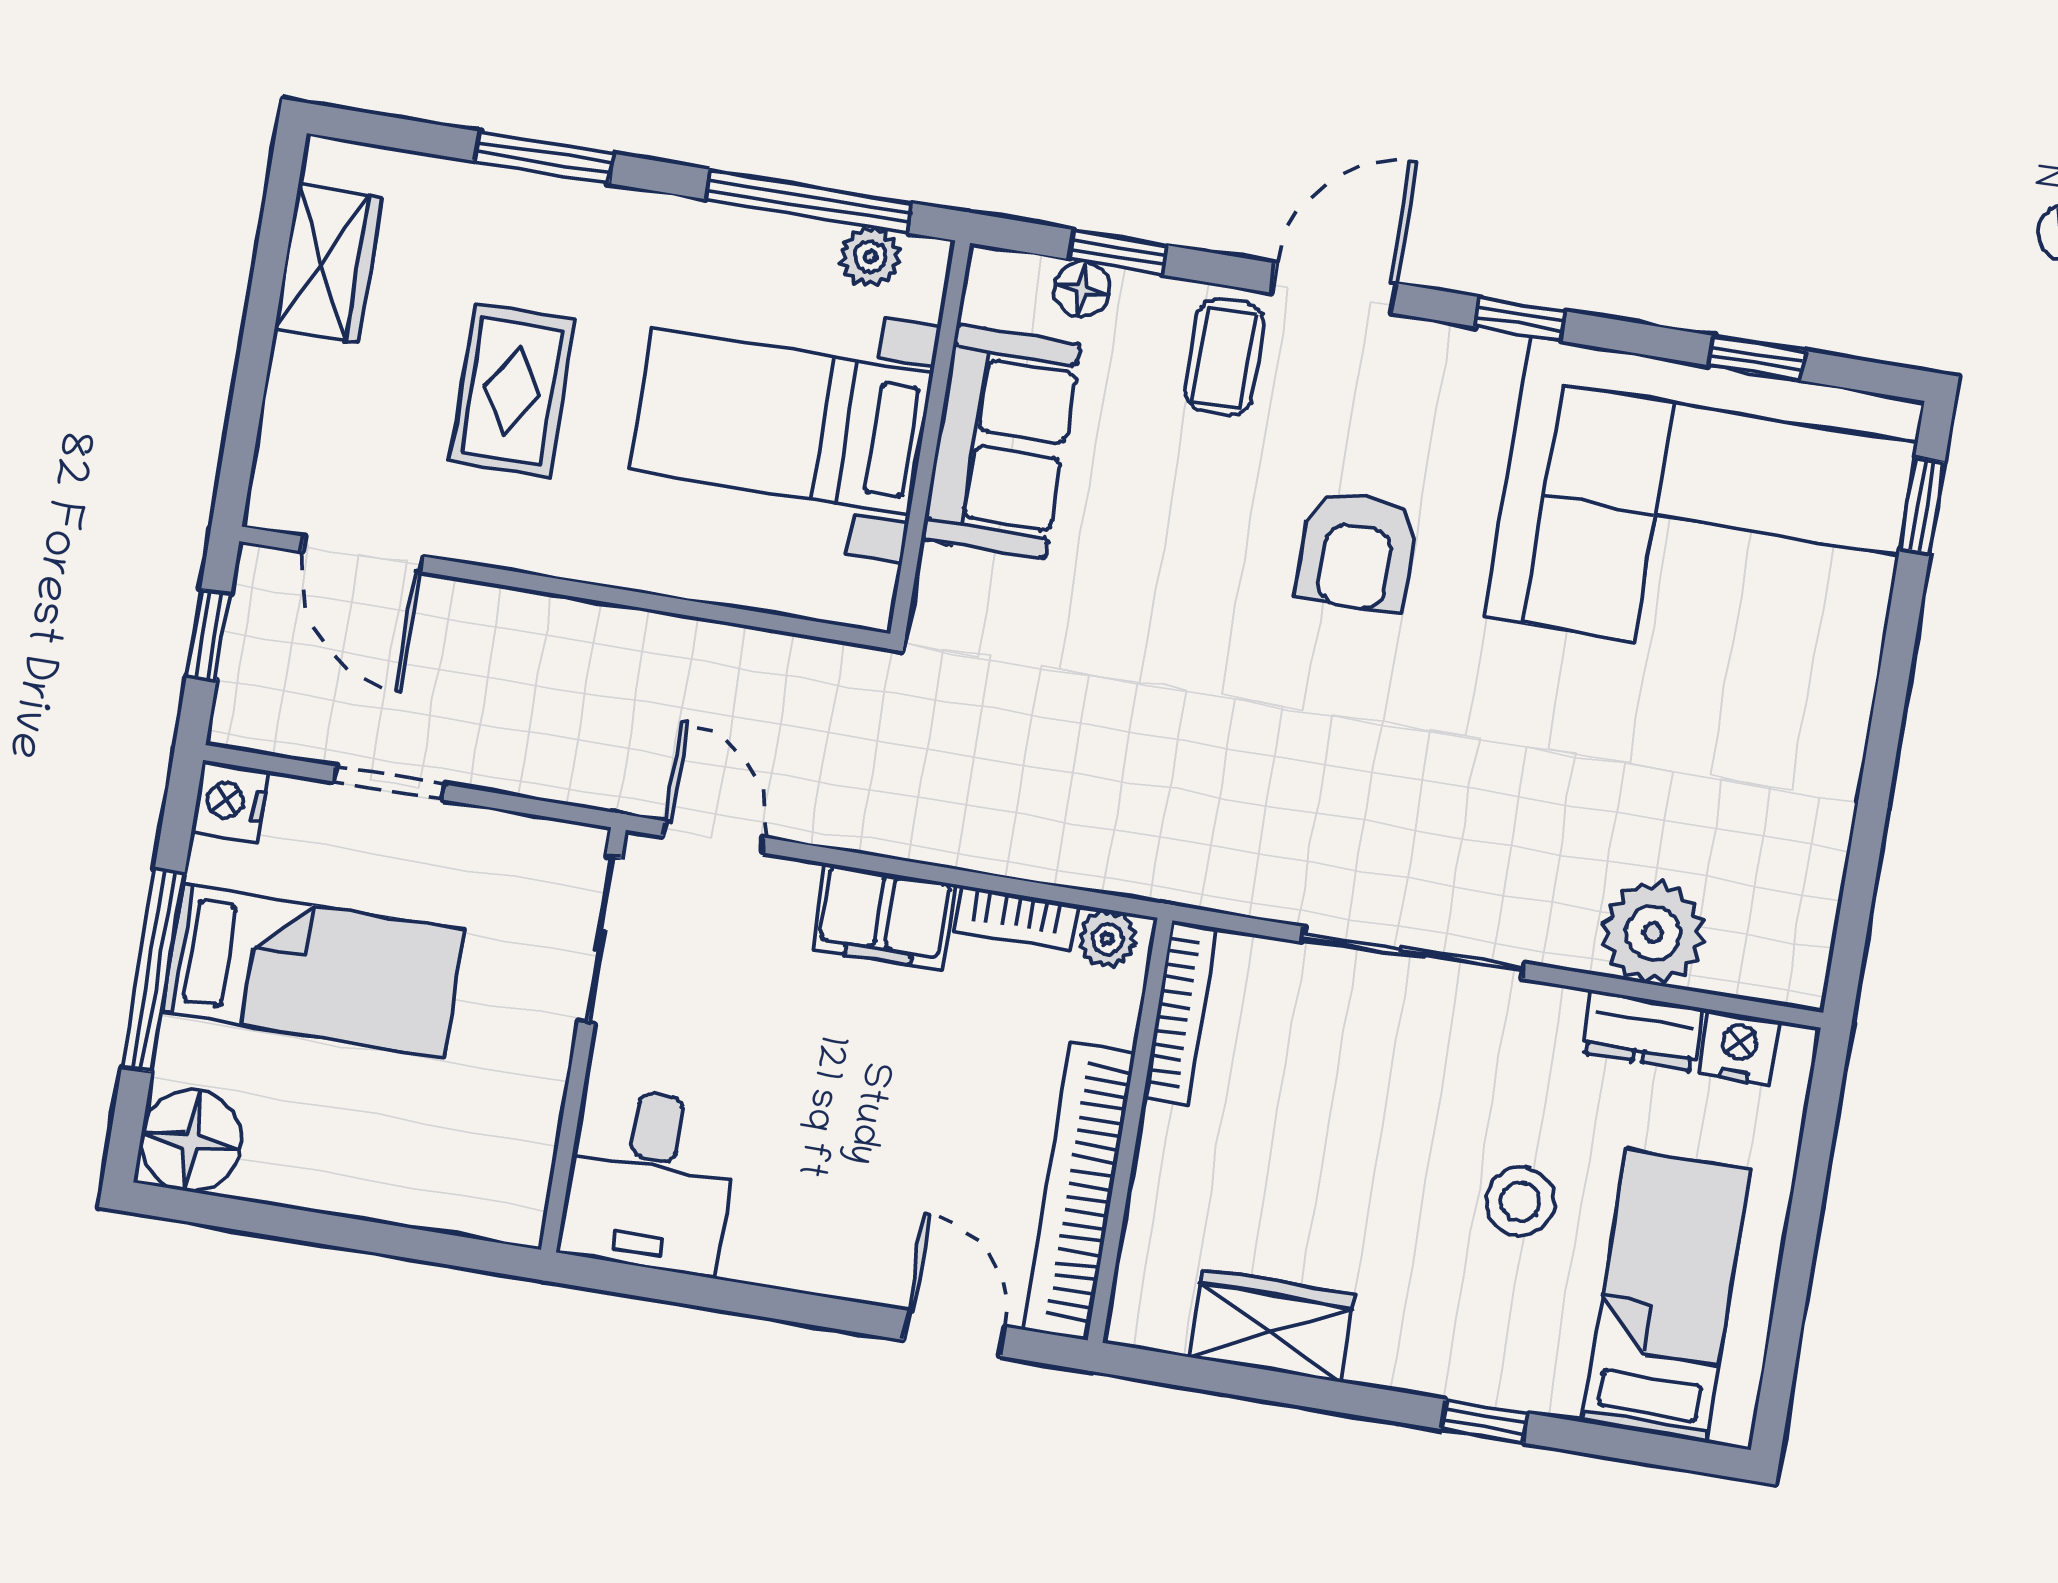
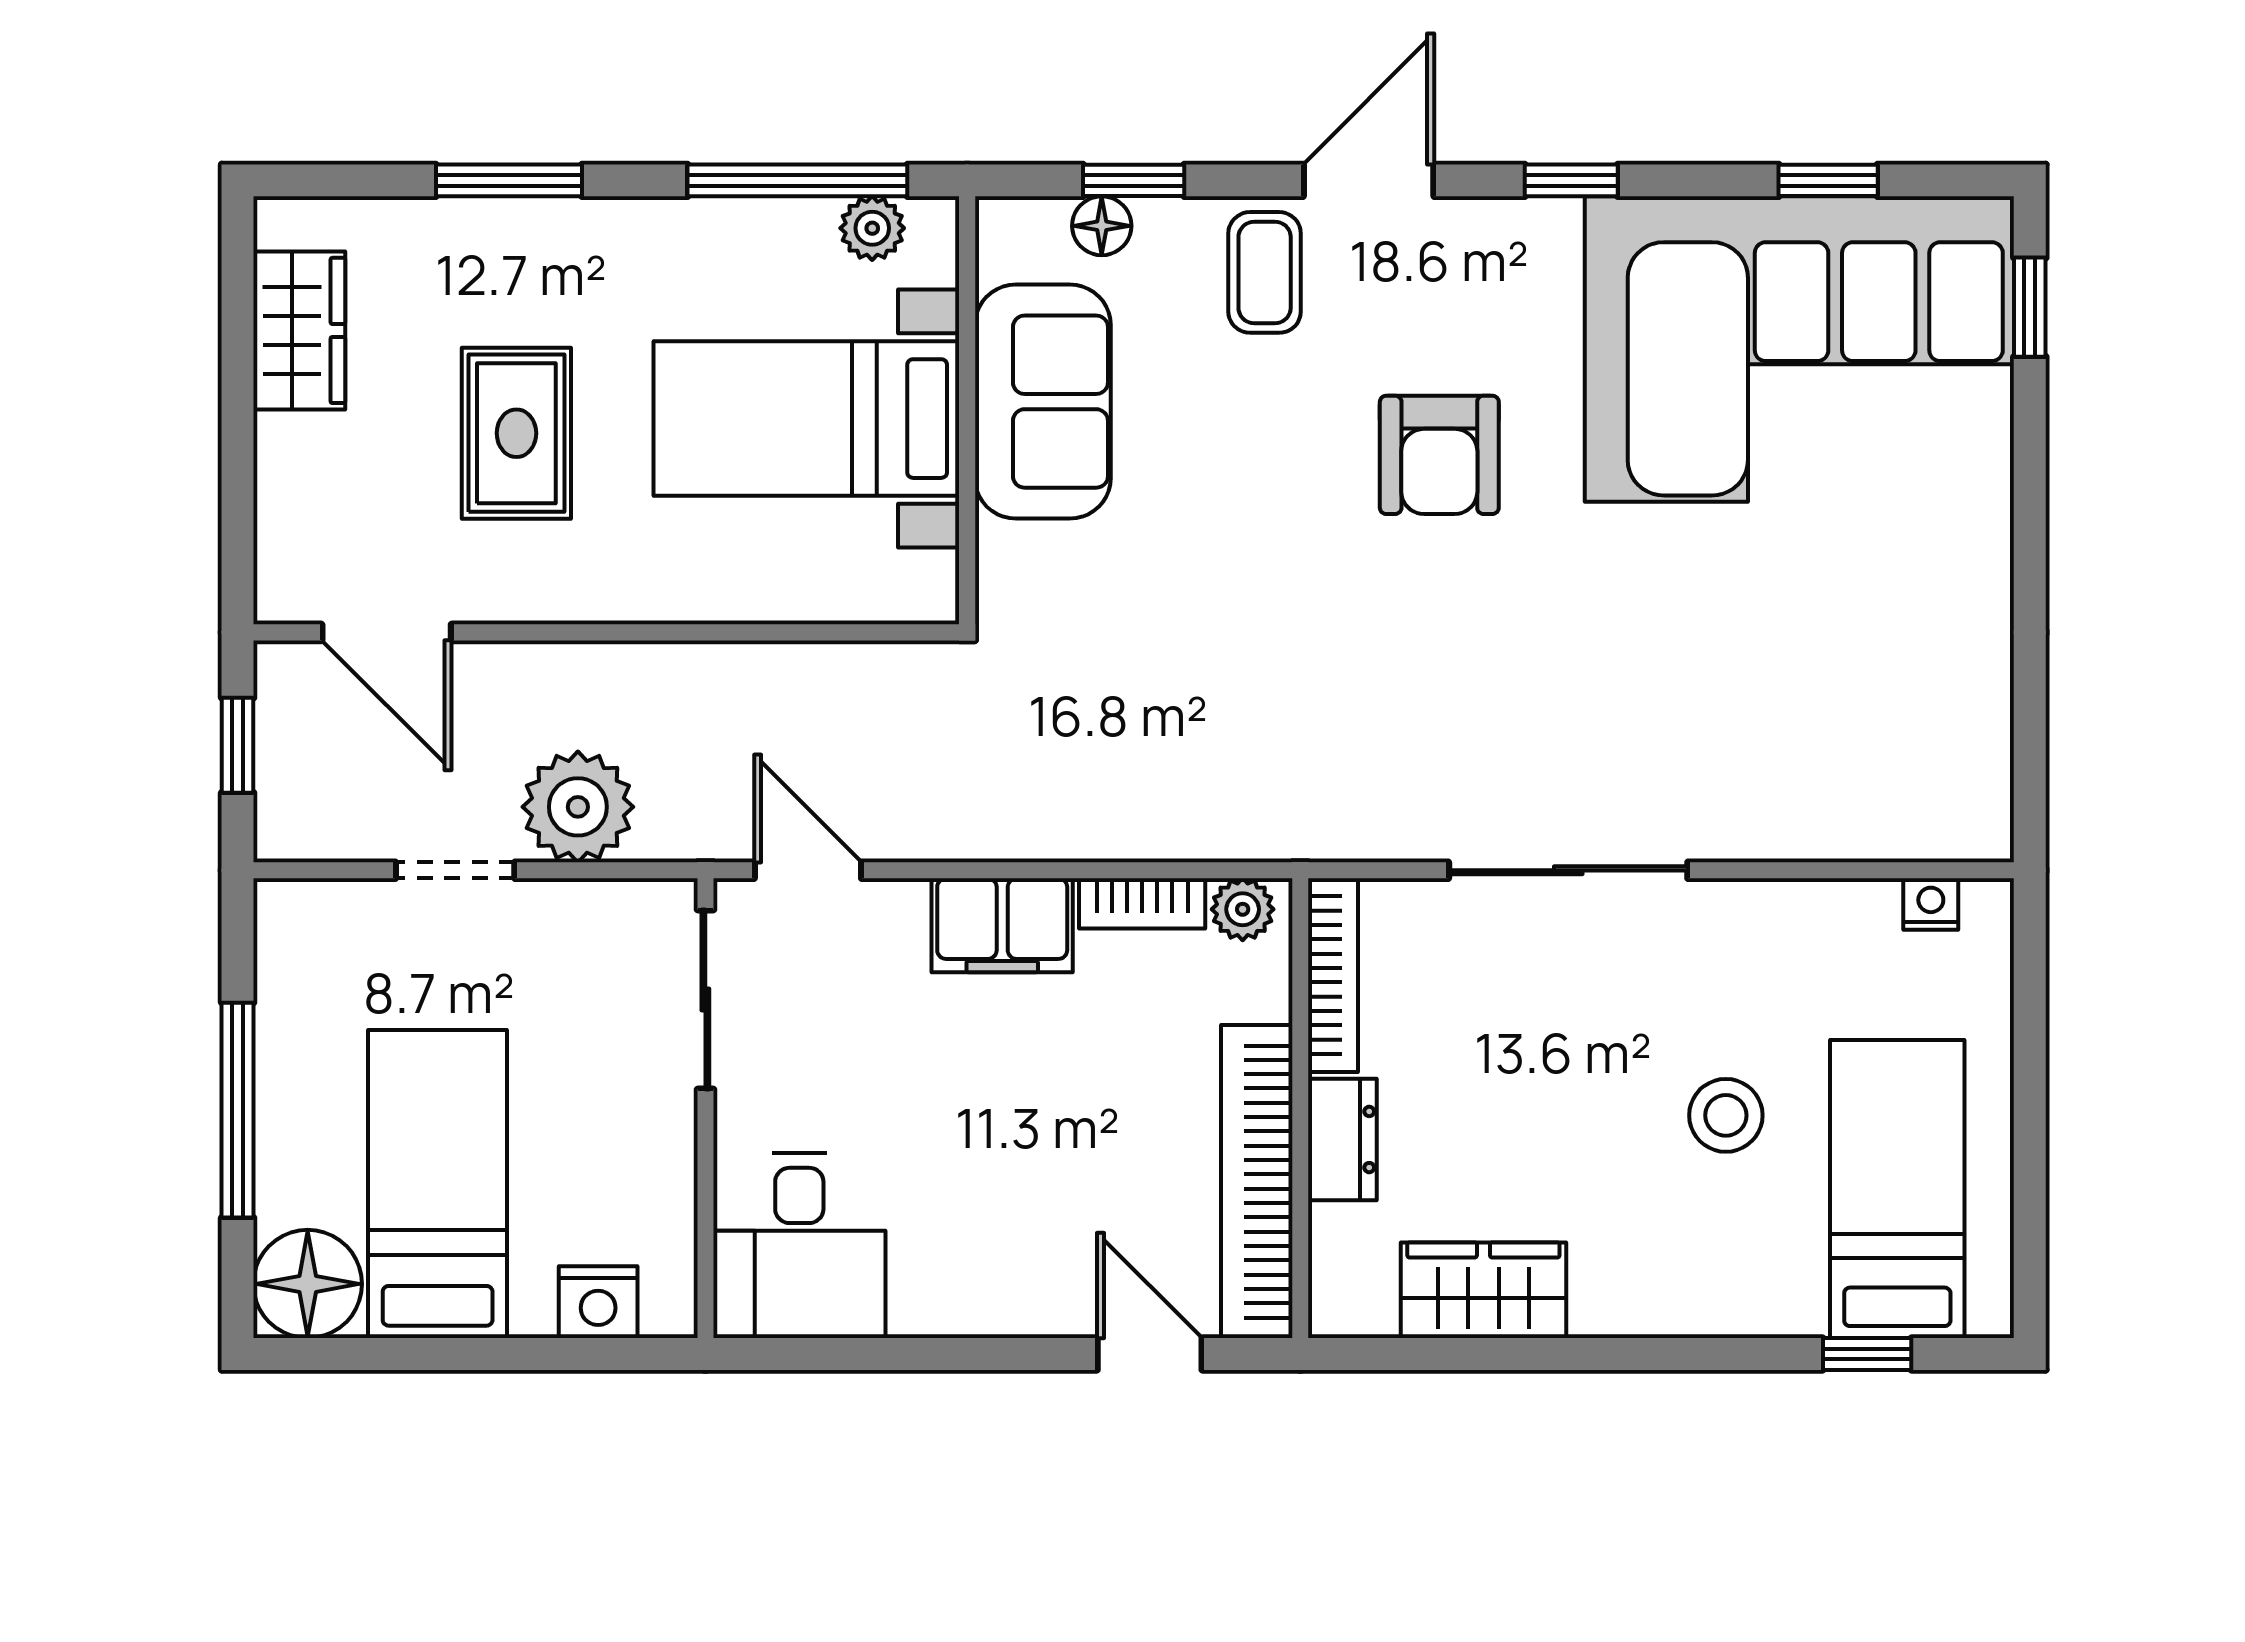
nightstand: (230, 801) -> (598, 1302), moved, turned -90
plant: (1653, 932) -> (578, 807), moved
bed: (314, 971) -> (438, 1184), moved, turned -90
dresser: (1642, 1030) -> (1342, 1140), moved, turned -90
nightstand: (1739, 1047) -> (1931, 904), width x0.72, depth x0.74
window: (1485, 1421) -> (1867, 1354), moved

